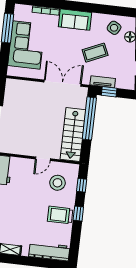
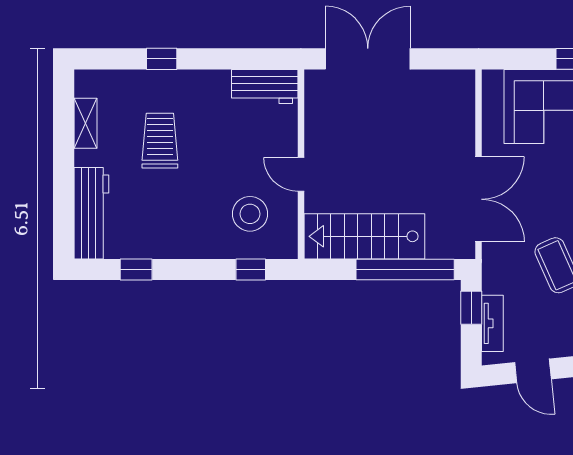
tv unit: (103, 82) -> (492, 323), moved
window: (78, 214) -> (136, 269), moved
trolley: (60, 215) -> (160, 141), moved

